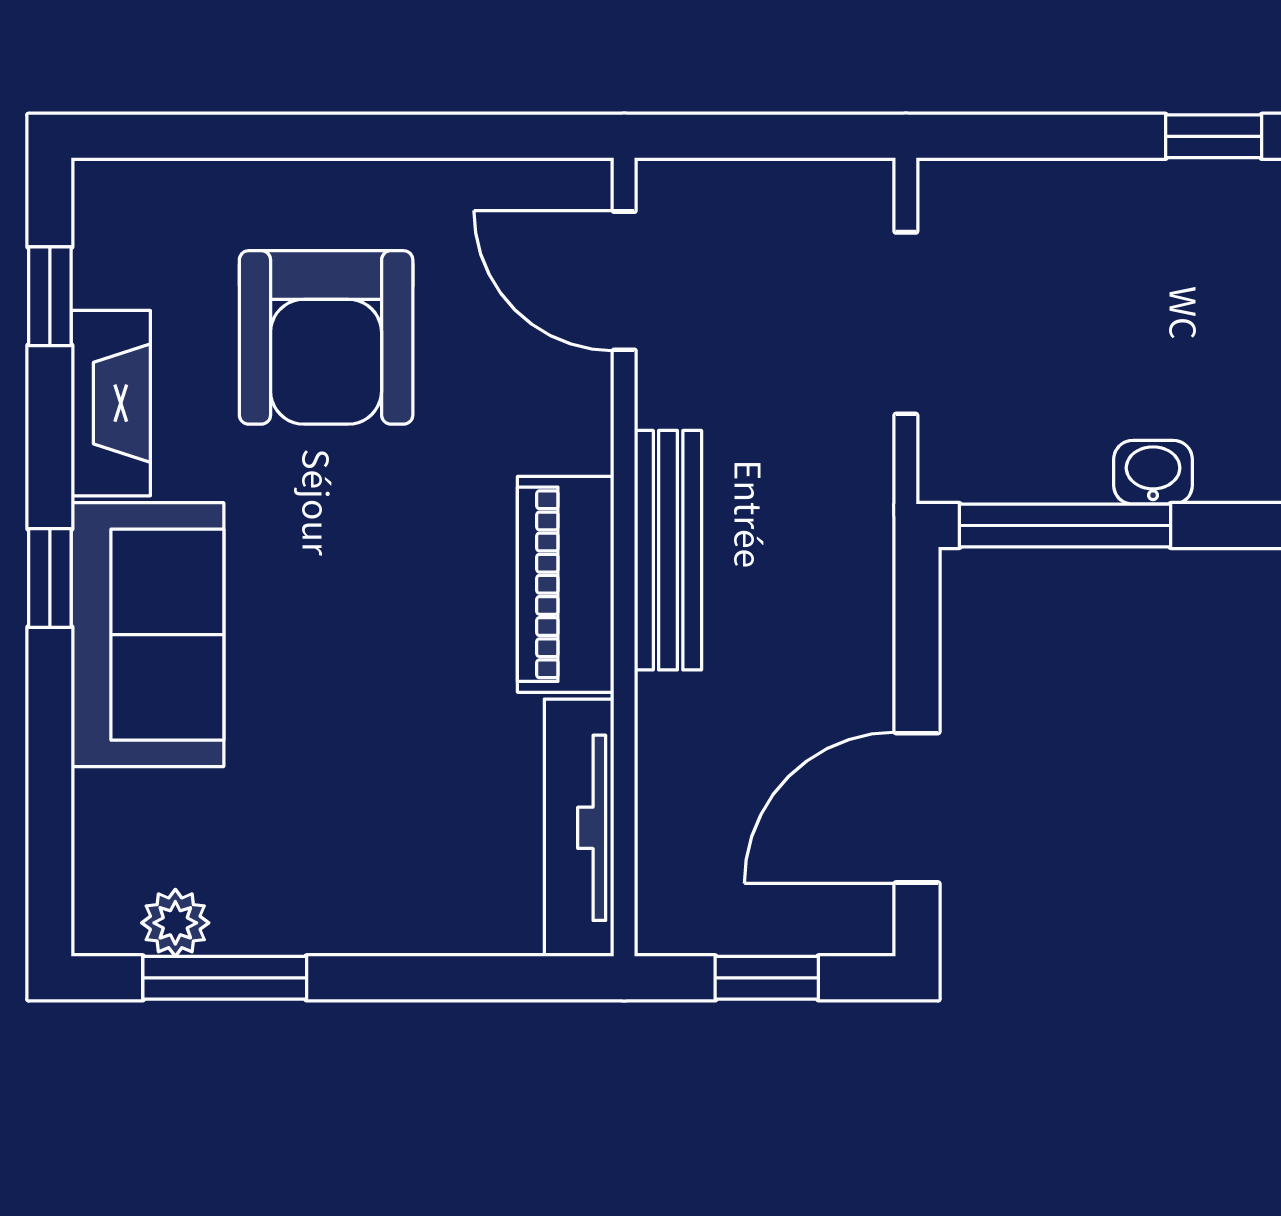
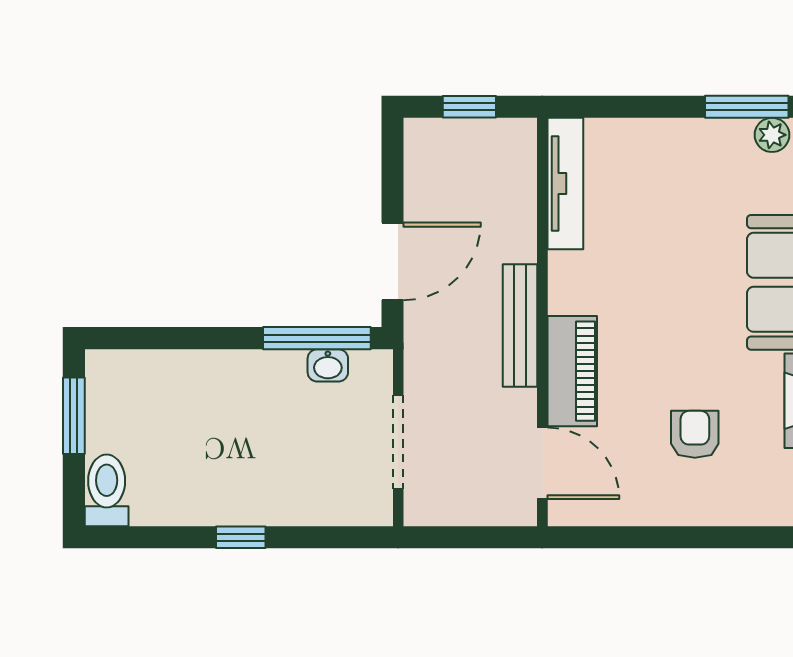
armchair: (326, 337) -> (695, 434), width x0.53, depth x0.53
washbasin: (1153, 472) -> (328, 365), moved
piano: (566, 584) -> (572, 371), moved
door: (917, 808) -> (393, 261), moved

